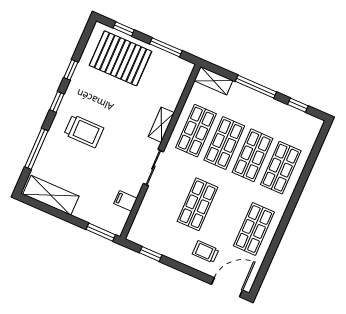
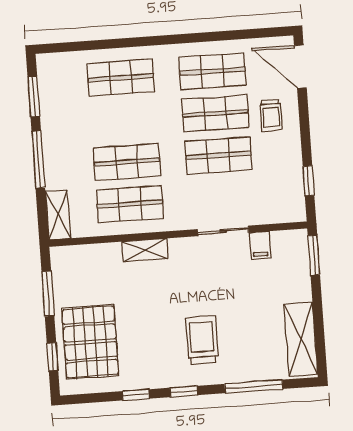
window: (298, 105) -> (34, 97), width x1.50
shop shelf: (252, 155) -> (215, 113), moved
sliding door: (153, 168) -> (223, 231), moved

